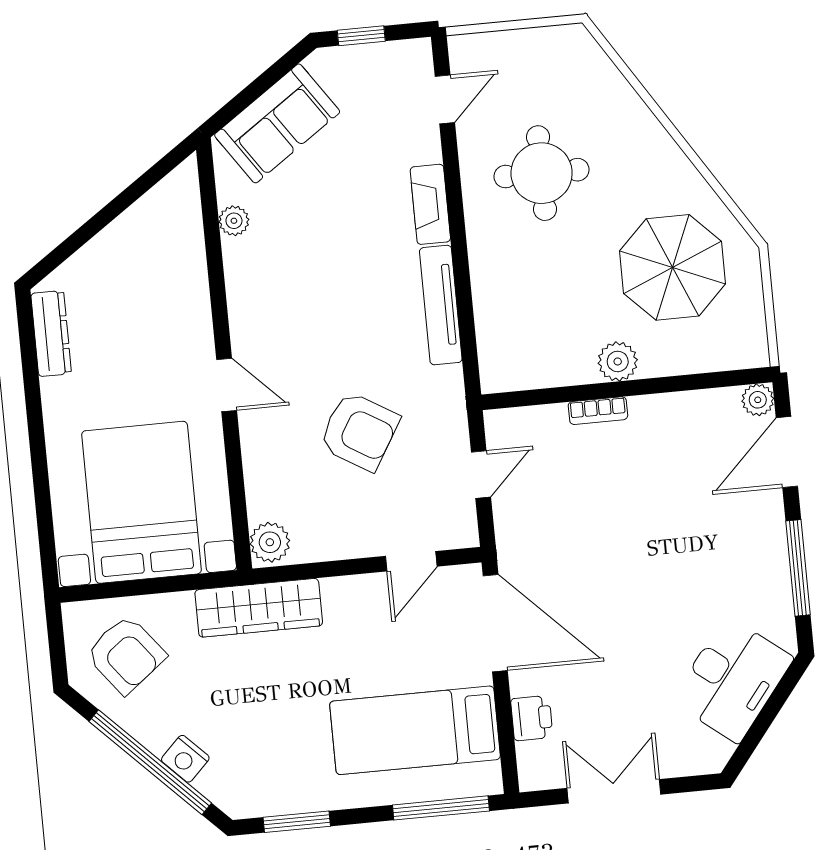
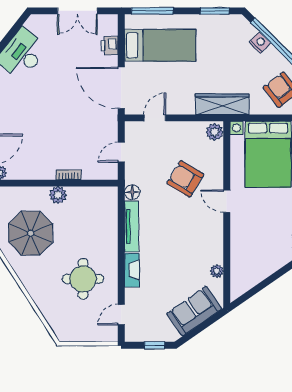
floor lamp: (447, 385) -> (132, 192), added
armchair: (359, 431) -> (185, 179), moved

